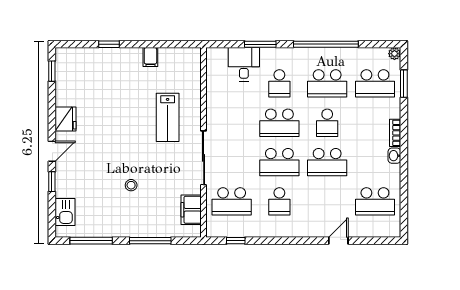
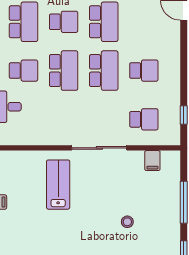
lab bench: (168, 117) -> (58, 185), turned -90
school desk: (232, 201) -> (144, 119), width x0.54
filing cabinet: (191, 210) -> (152, 161), width x0.50

